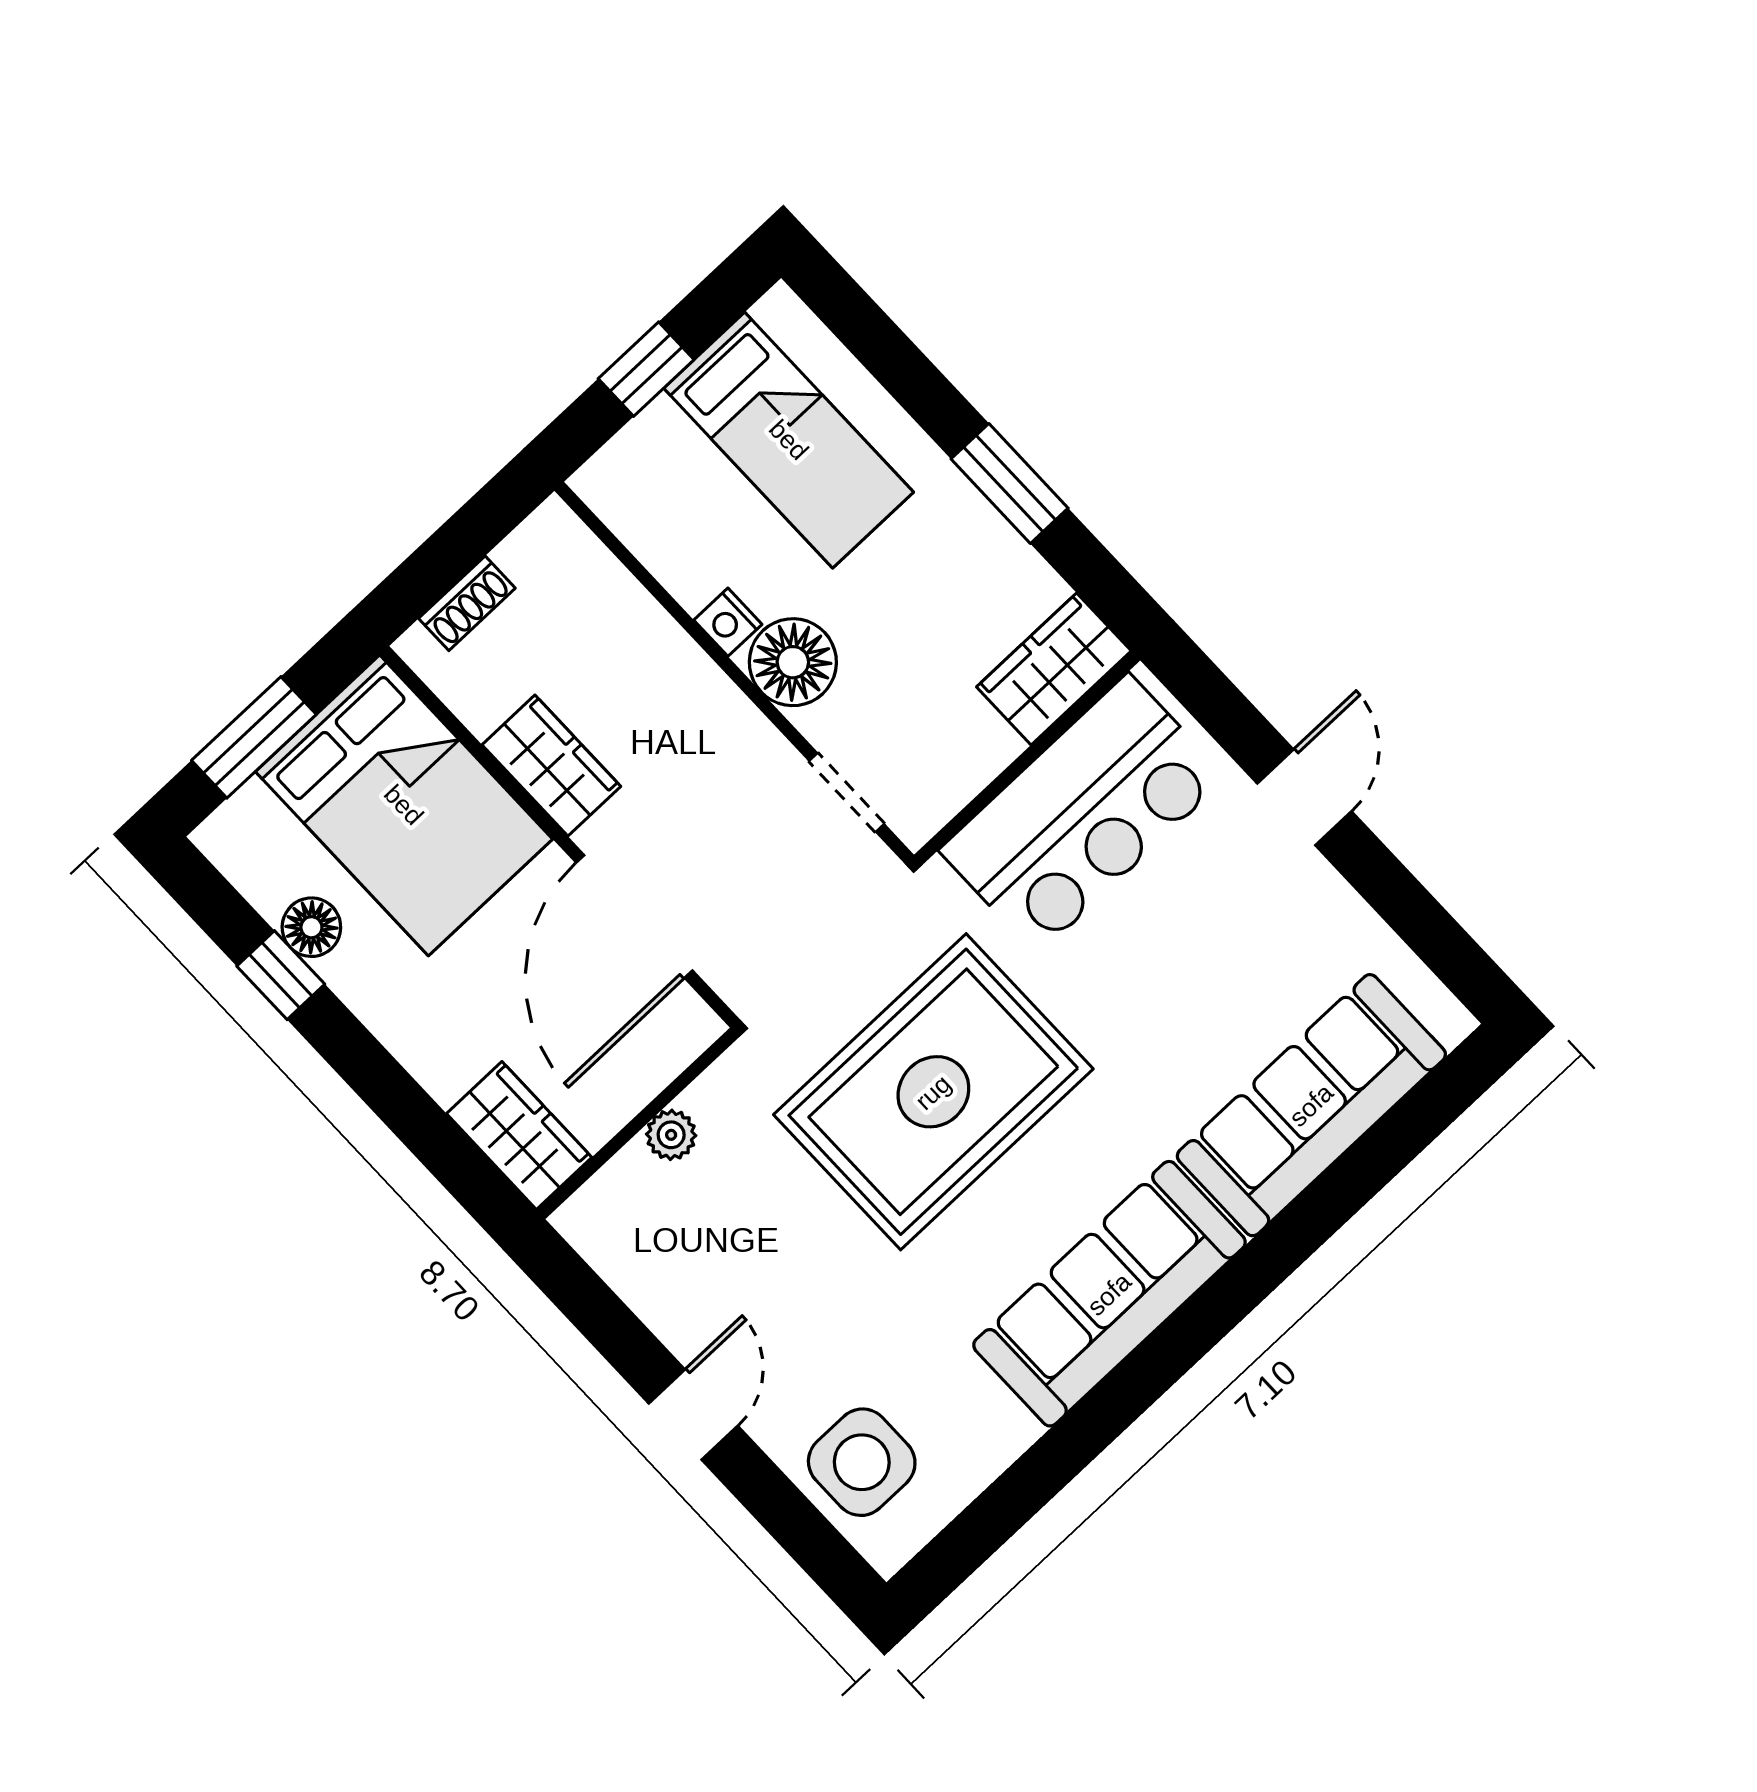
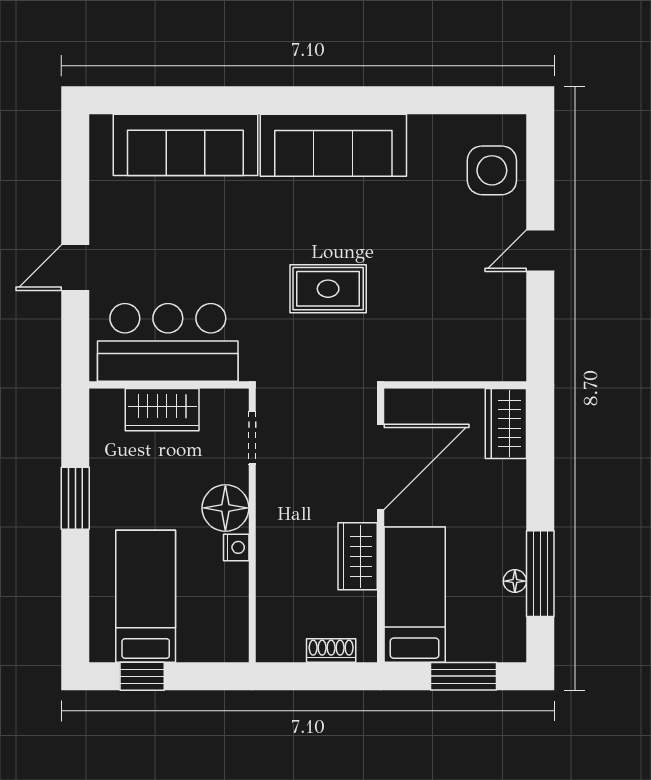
window: (646, 369) -> (142, 676), moved
wardrobe: (1054, 669) -> (162, 410), moved
bed: (404, 805) -> (415, 595), width x0.67
floor lamp: (311, 927) -> (515, 581), width x0.73, depth x0.73
window: (281, 975) -> (540, 574), width x2.17
rug: (933, 1092) -> (328, 289), width x0.54, depth x0.49
plant: (671, 1135) -> (446, 368), removed

